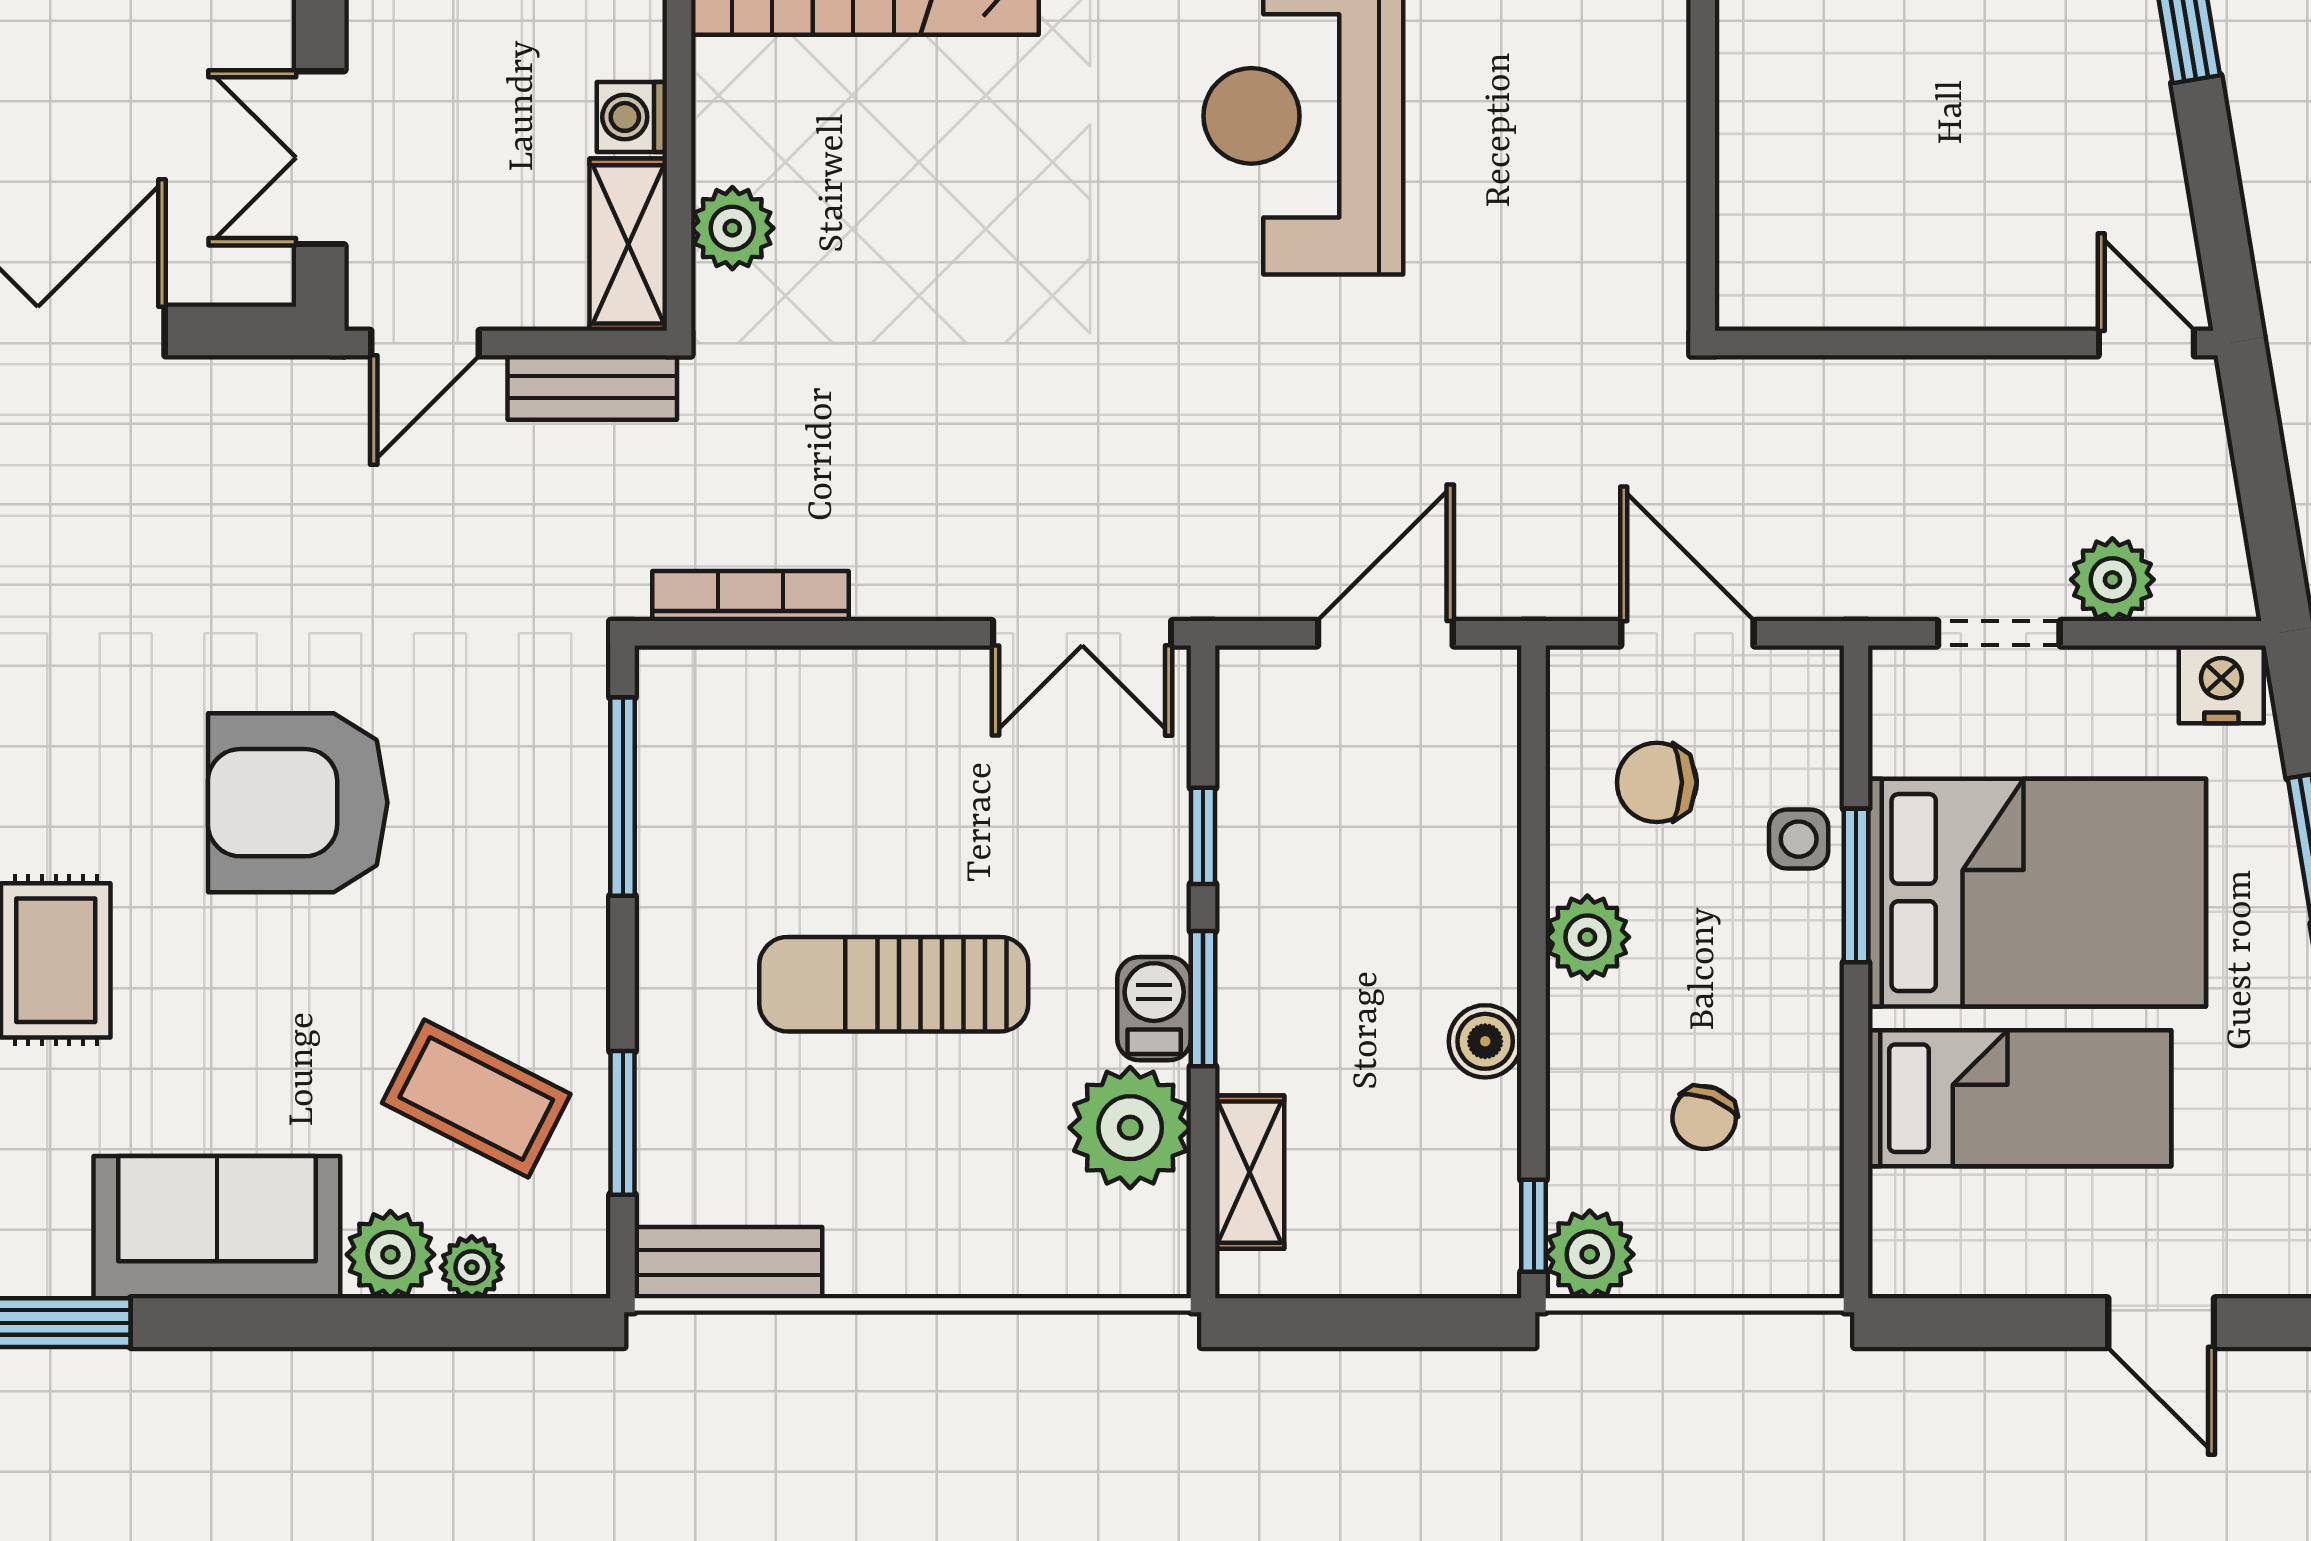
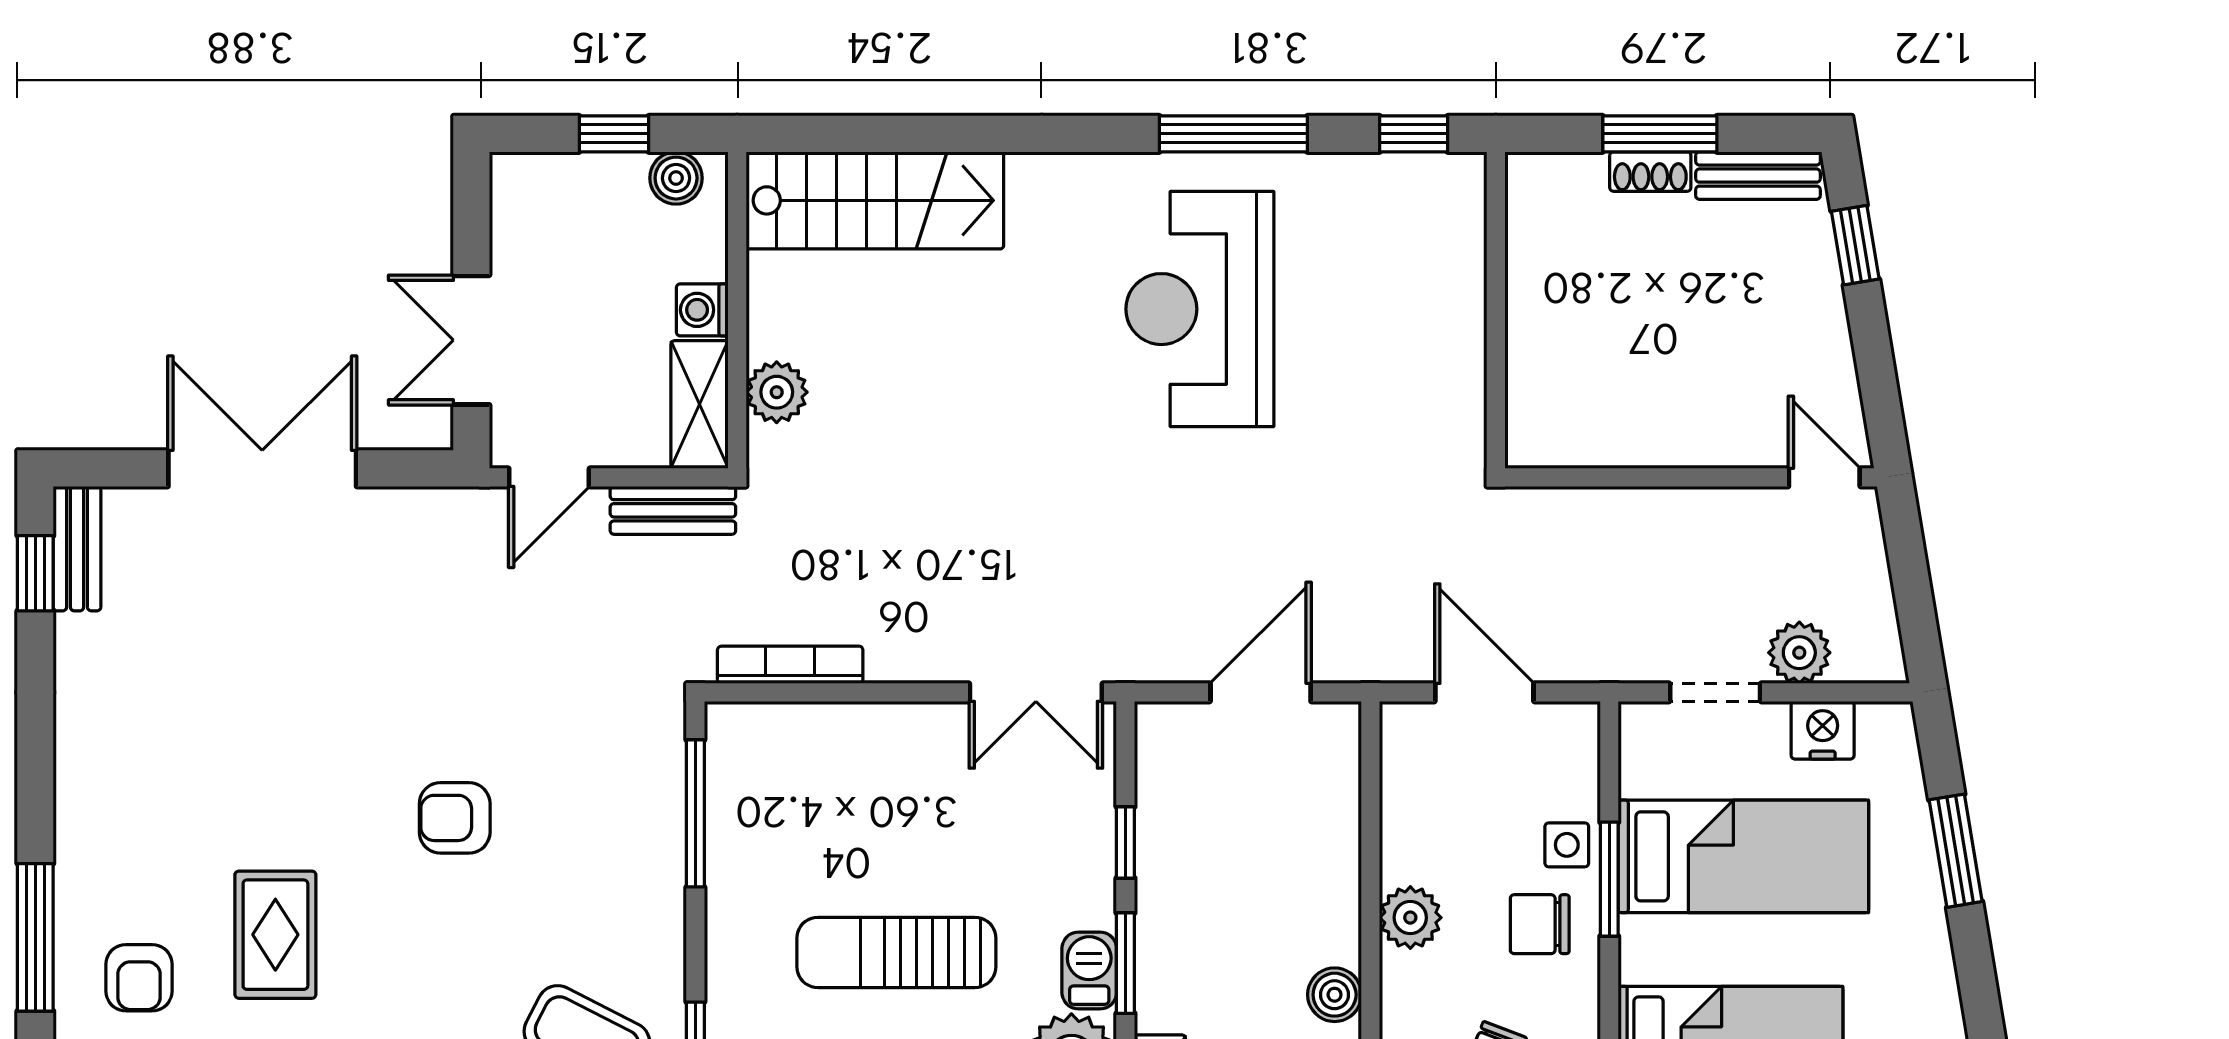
nightstand: (2221, 684) -> (1823, 730), moved
chair: (1657, 782) -> (1540, 924), moved
armchair: (298, 803) -> (455, 818), width x0.53, depth x0.53
bed: (2037, 893) -> (1743, 856), width x0.67

